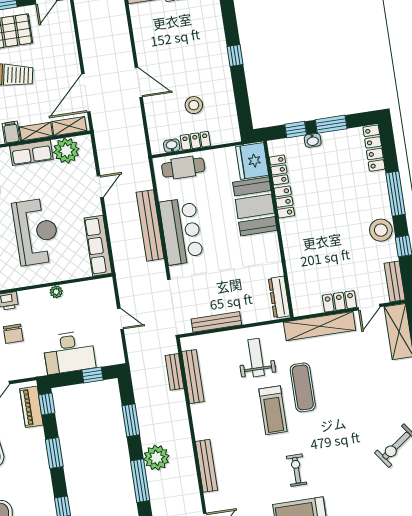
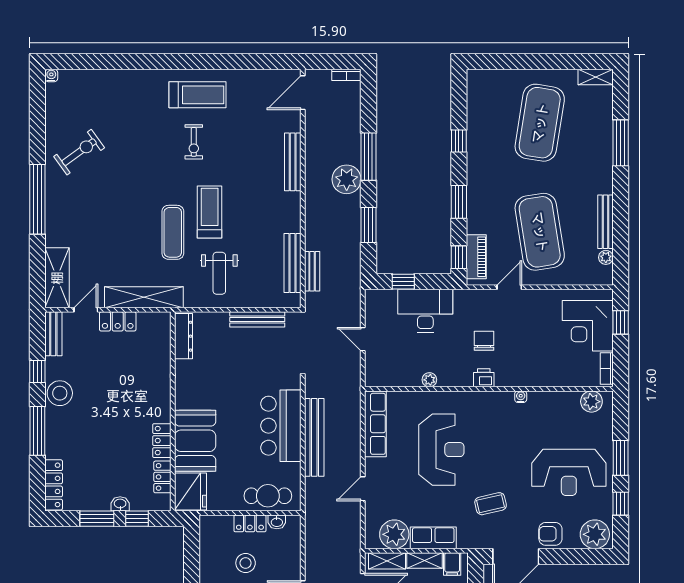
reception desk: (36, 232) -> (441, 450), turned 180

